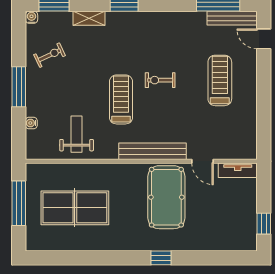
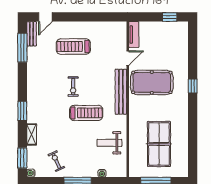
bench: (232, 18) -> (32, 34), width x0.73
treadmill: (121, 99) -> (86, 113), turned 180

